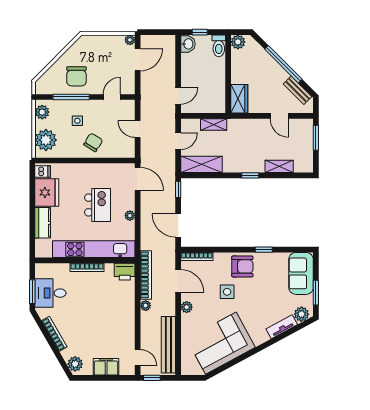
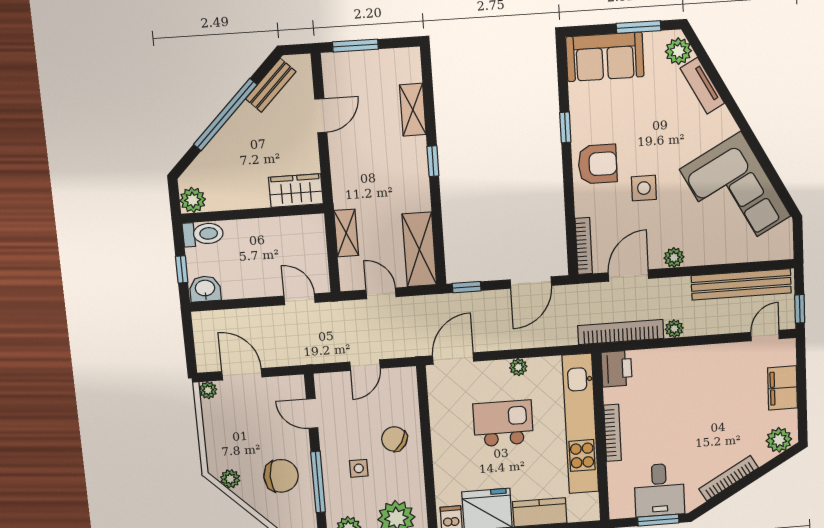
plant: (77, 47) -> (230, 479), added
armchair: (242, 266) -> (598, 164), turned 90

